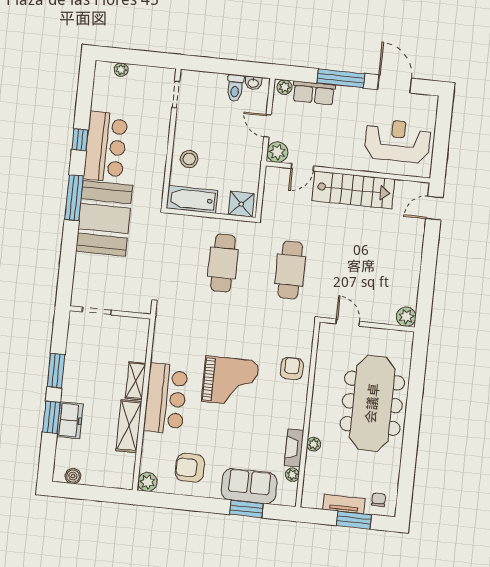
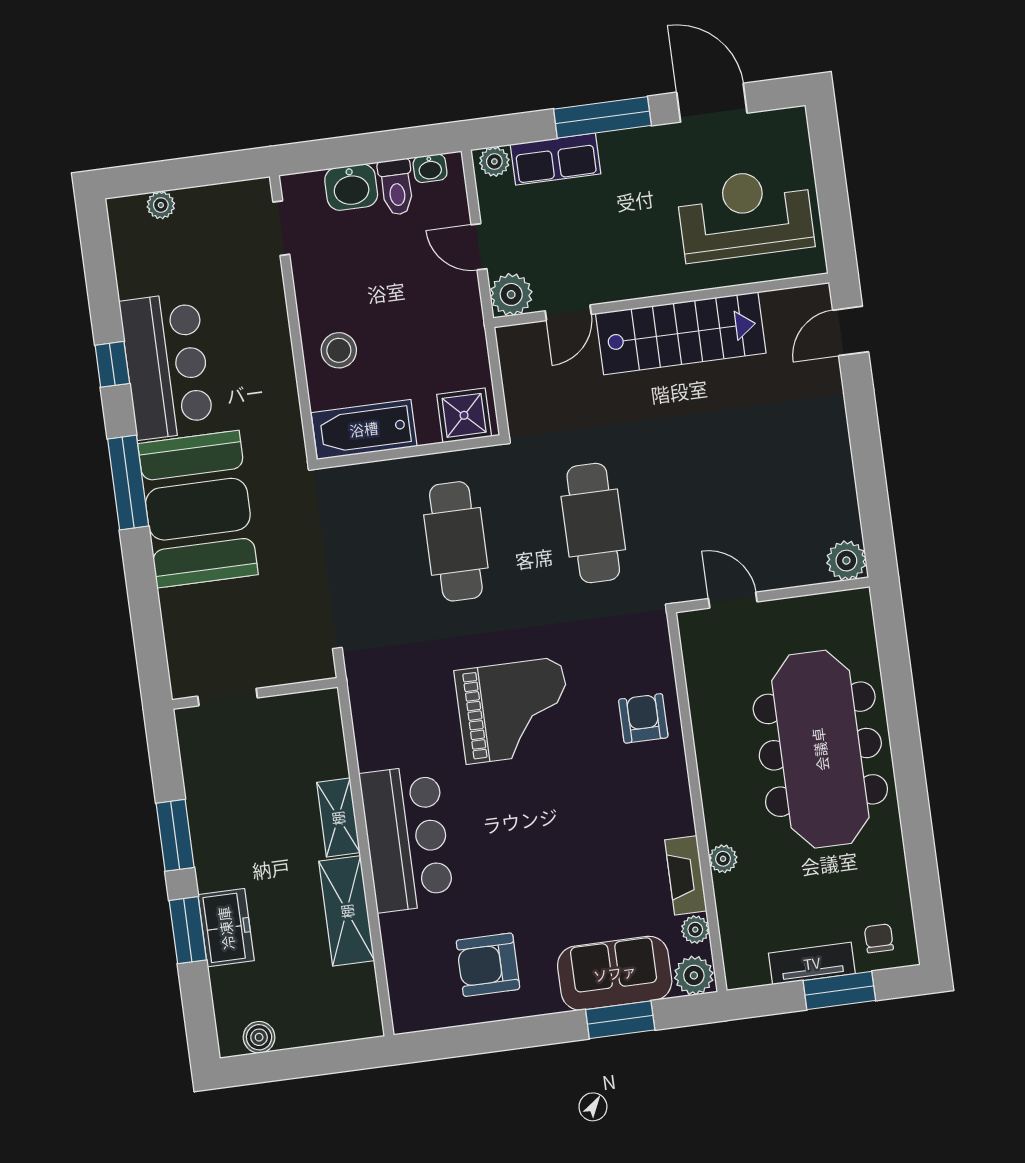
washbasin: (214, 83) -> (351, 187), added
grand piano: (230, 381) -> (514, 710), moved
plant: (147, 482) -> (694, 975), moved

